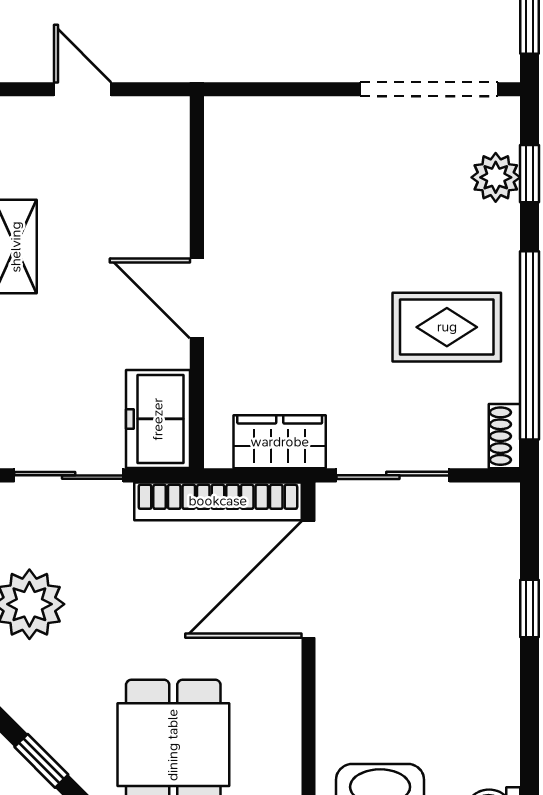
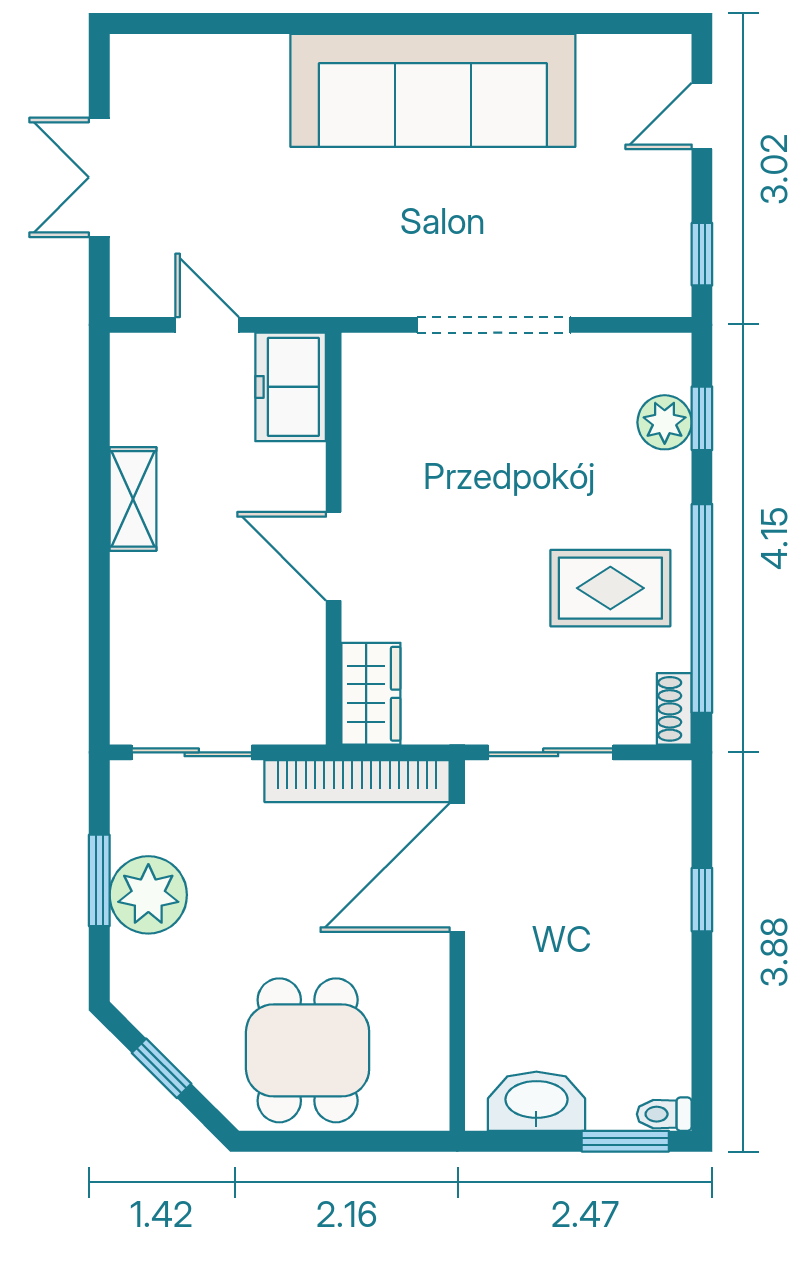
doorway: (429, 89) -> (494, 325), moved
freezer: (158, 419) -> (291, 387), moved
wardrobe: (280, 442) -> (371, 694), moved, turned 90

